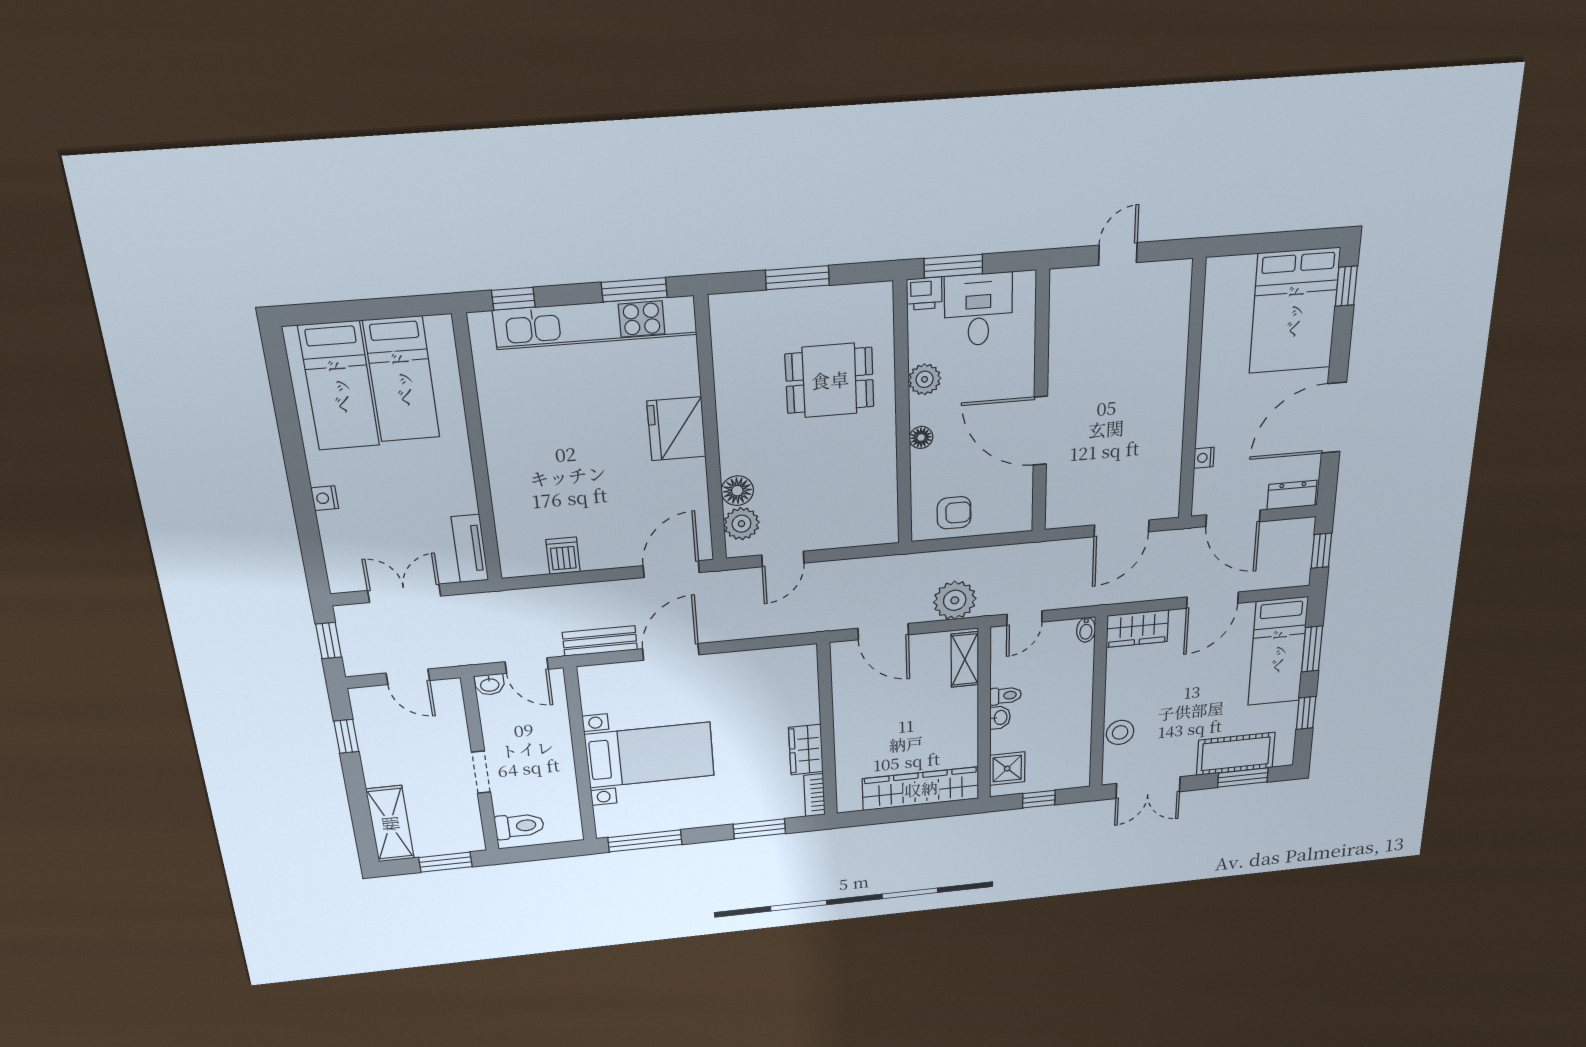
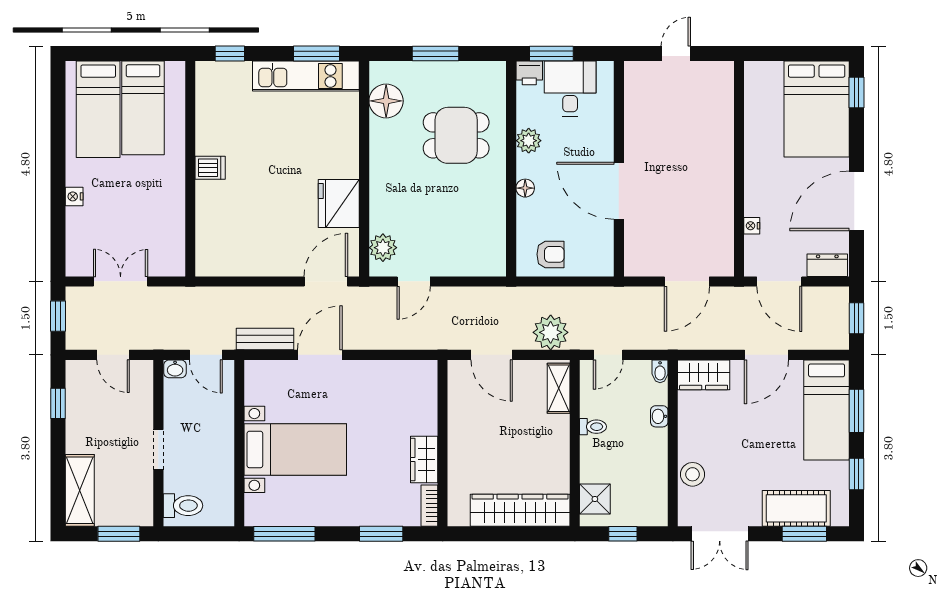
kitchen unit: (596, 322) -> (306, 76), width x0.73
fridge: (676, 429) -> (339, 204), moved
floor lamp: (737, 491) -> (386, 101), moved, width x1.38, depth x1.38
tv unit: (470, 549) -> (175, 248), removed
dishwasher: (563, 556) -> (210, 168), moved, turned 90
washbasin: (1000, 718) -> (659, 416), moved, turned 180

